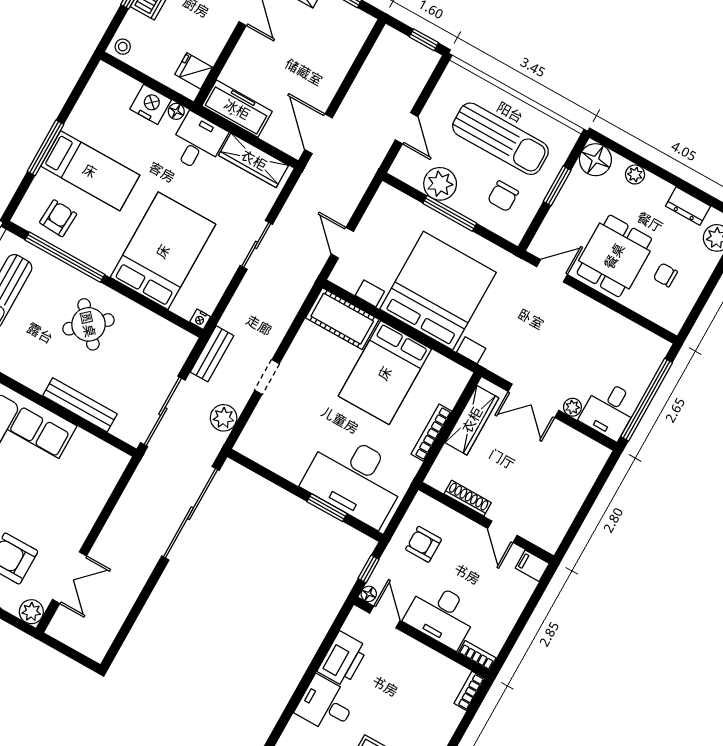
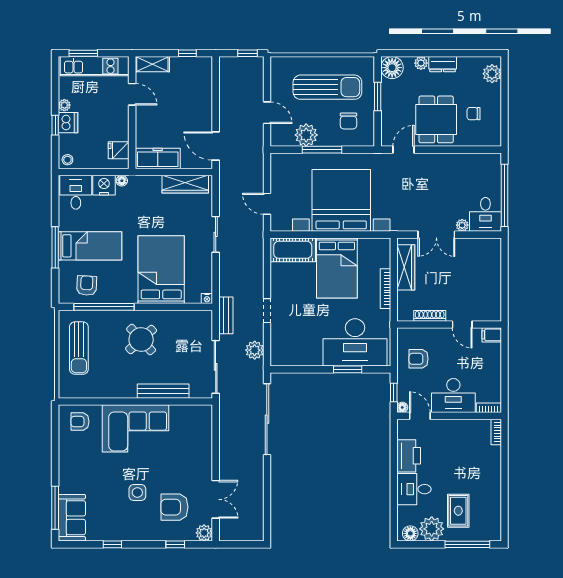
desk: (197, 142) -> (76, 192), moved
dresser: (688, 206) -> (443, 64), moved

